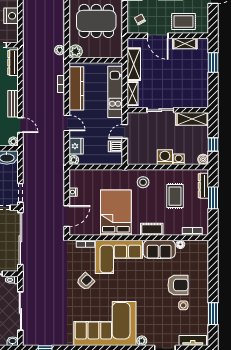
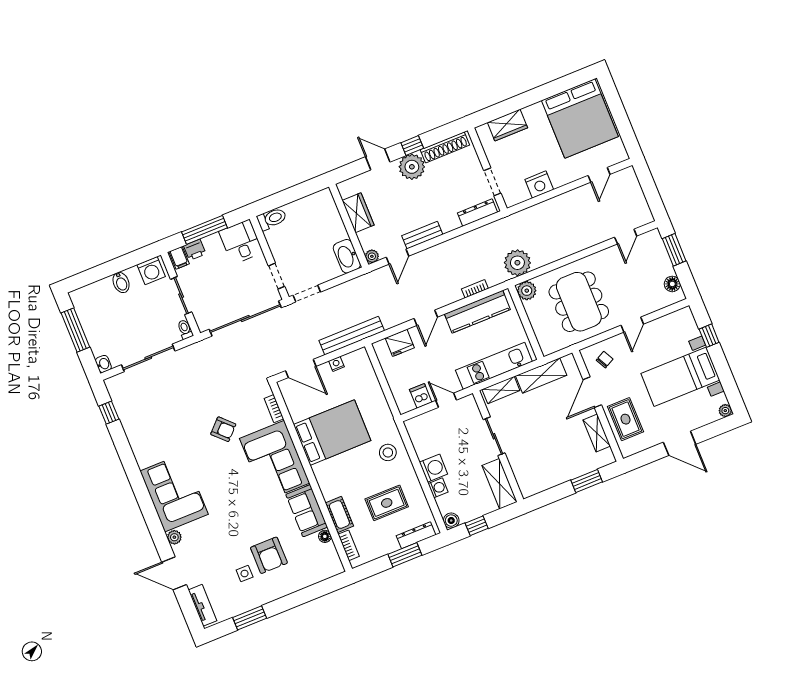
plant: (60, 50) -> (517, 263), width x1.88, depth x1.88
plant: (74, 160) -> (380, 347), removed
bench: (59, 175) -> (352, 336), added
cot: (152, 229) -> (339, 514), moved
corner sofa: (105, 324) -> (174, 493), width x0.73, depth x0.74

